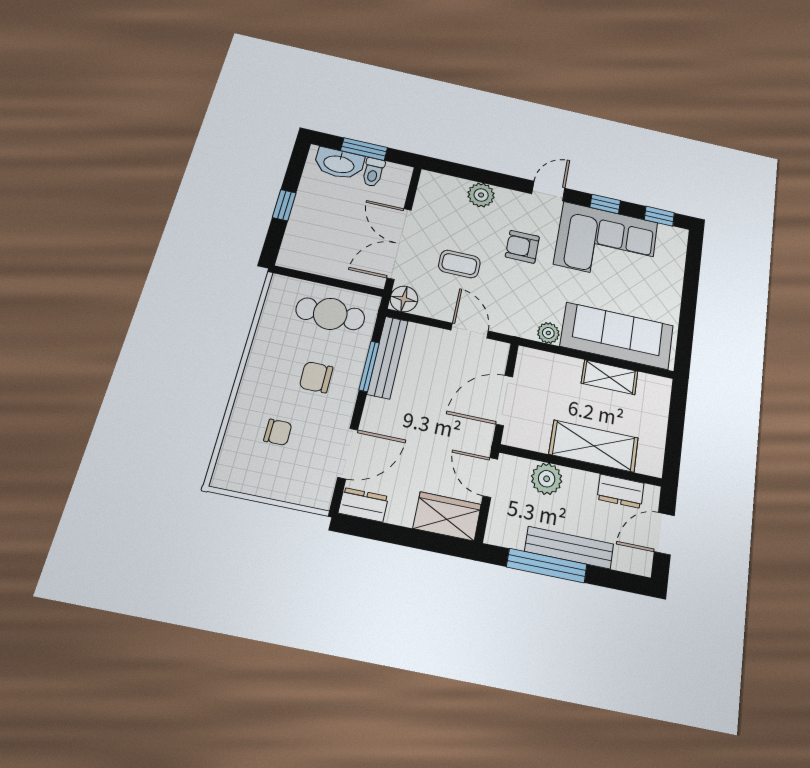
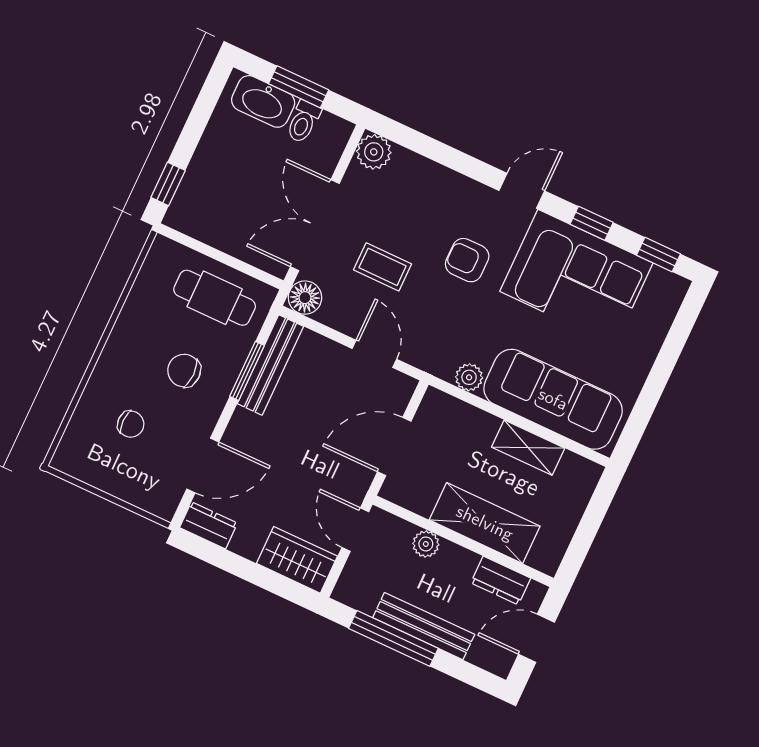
plant: (481, 195) -> (374, 152), moved
window: (284, 205) -> (168, 184), moved
plant: (547, 479) -> (426, 544), width x0.73, depth x0.73

